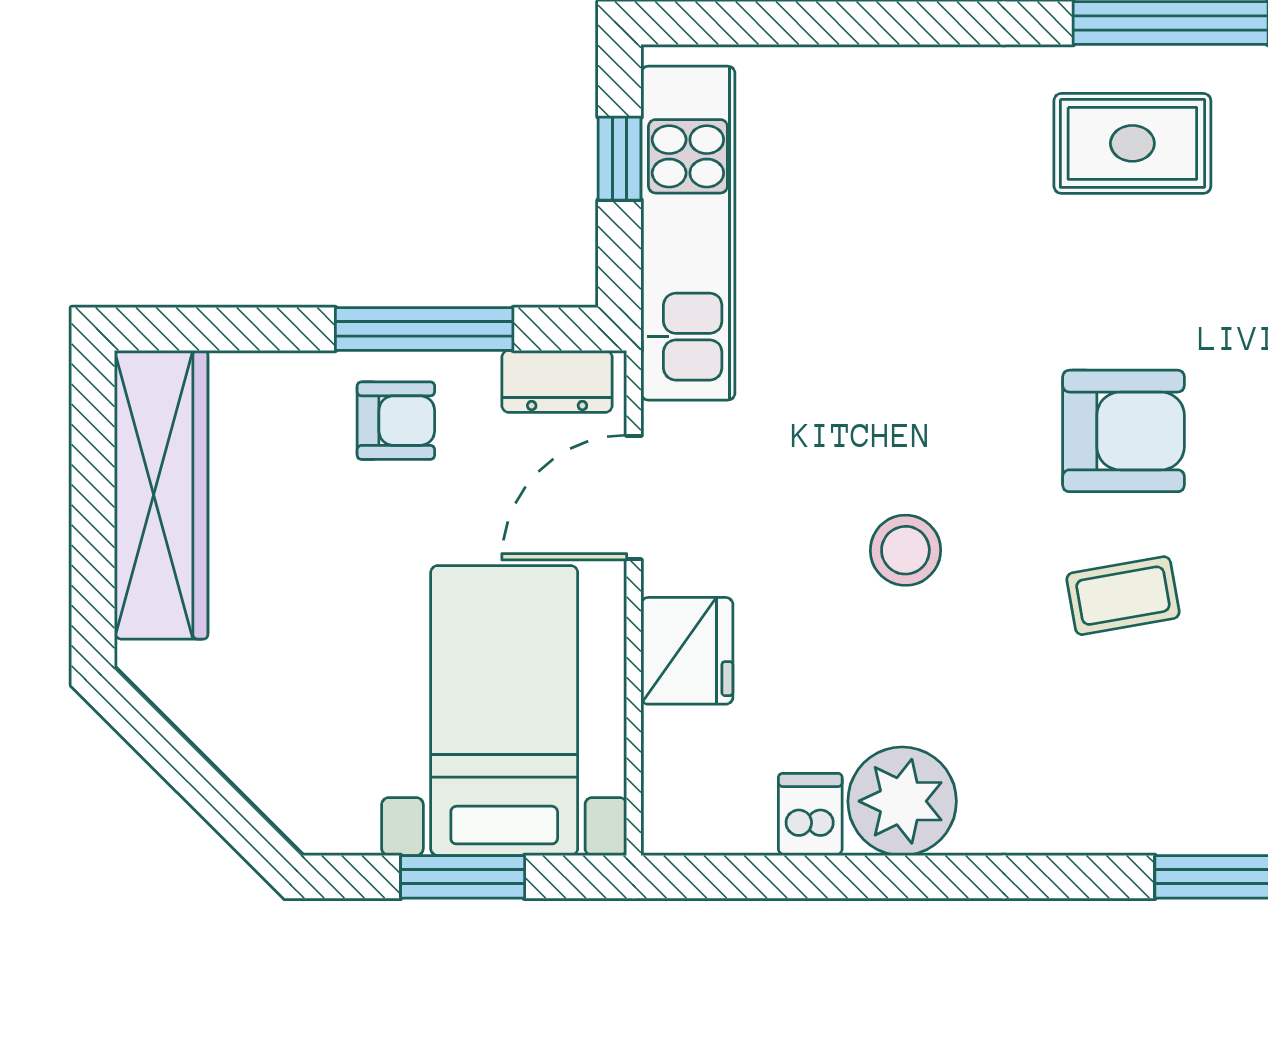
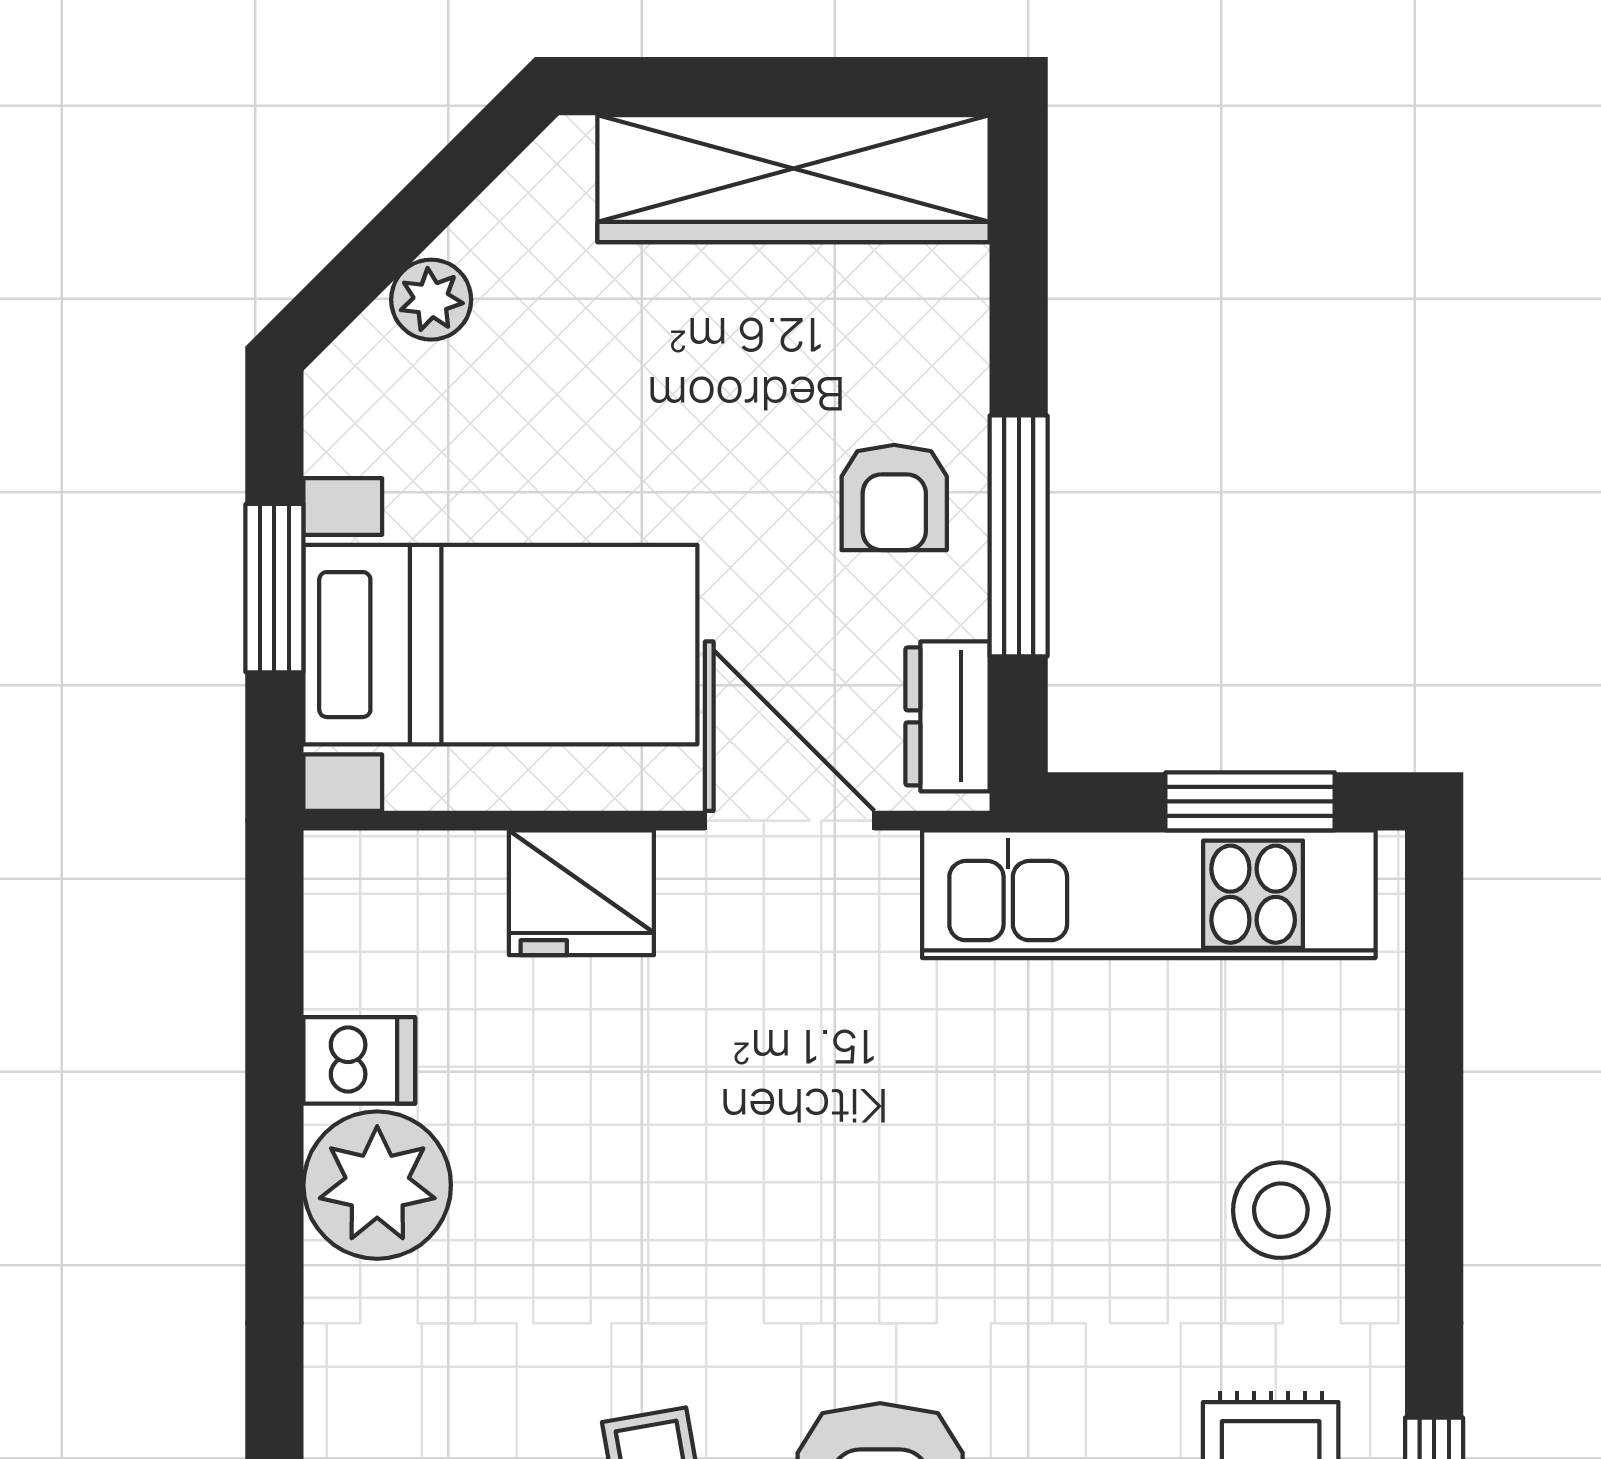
window: (620, 159) -> (1250, 801), width x1.50
stool: (905, 550) -> (1281, 1210), moved
plant: (250, 762) -> (431, 300), added

